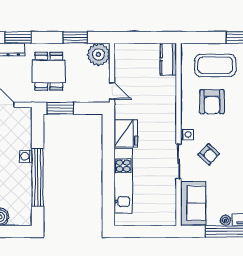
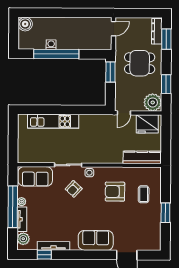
kitchen counter: (168, 59) -> (142, 157), width x1.50
coffee table: (215, 65) -> (144, 194), width x0.54, depth x0.58
fridge: (126, 133) -> (147, 124), moved
washing machine: (26, 156) -> (51, 45), moved

